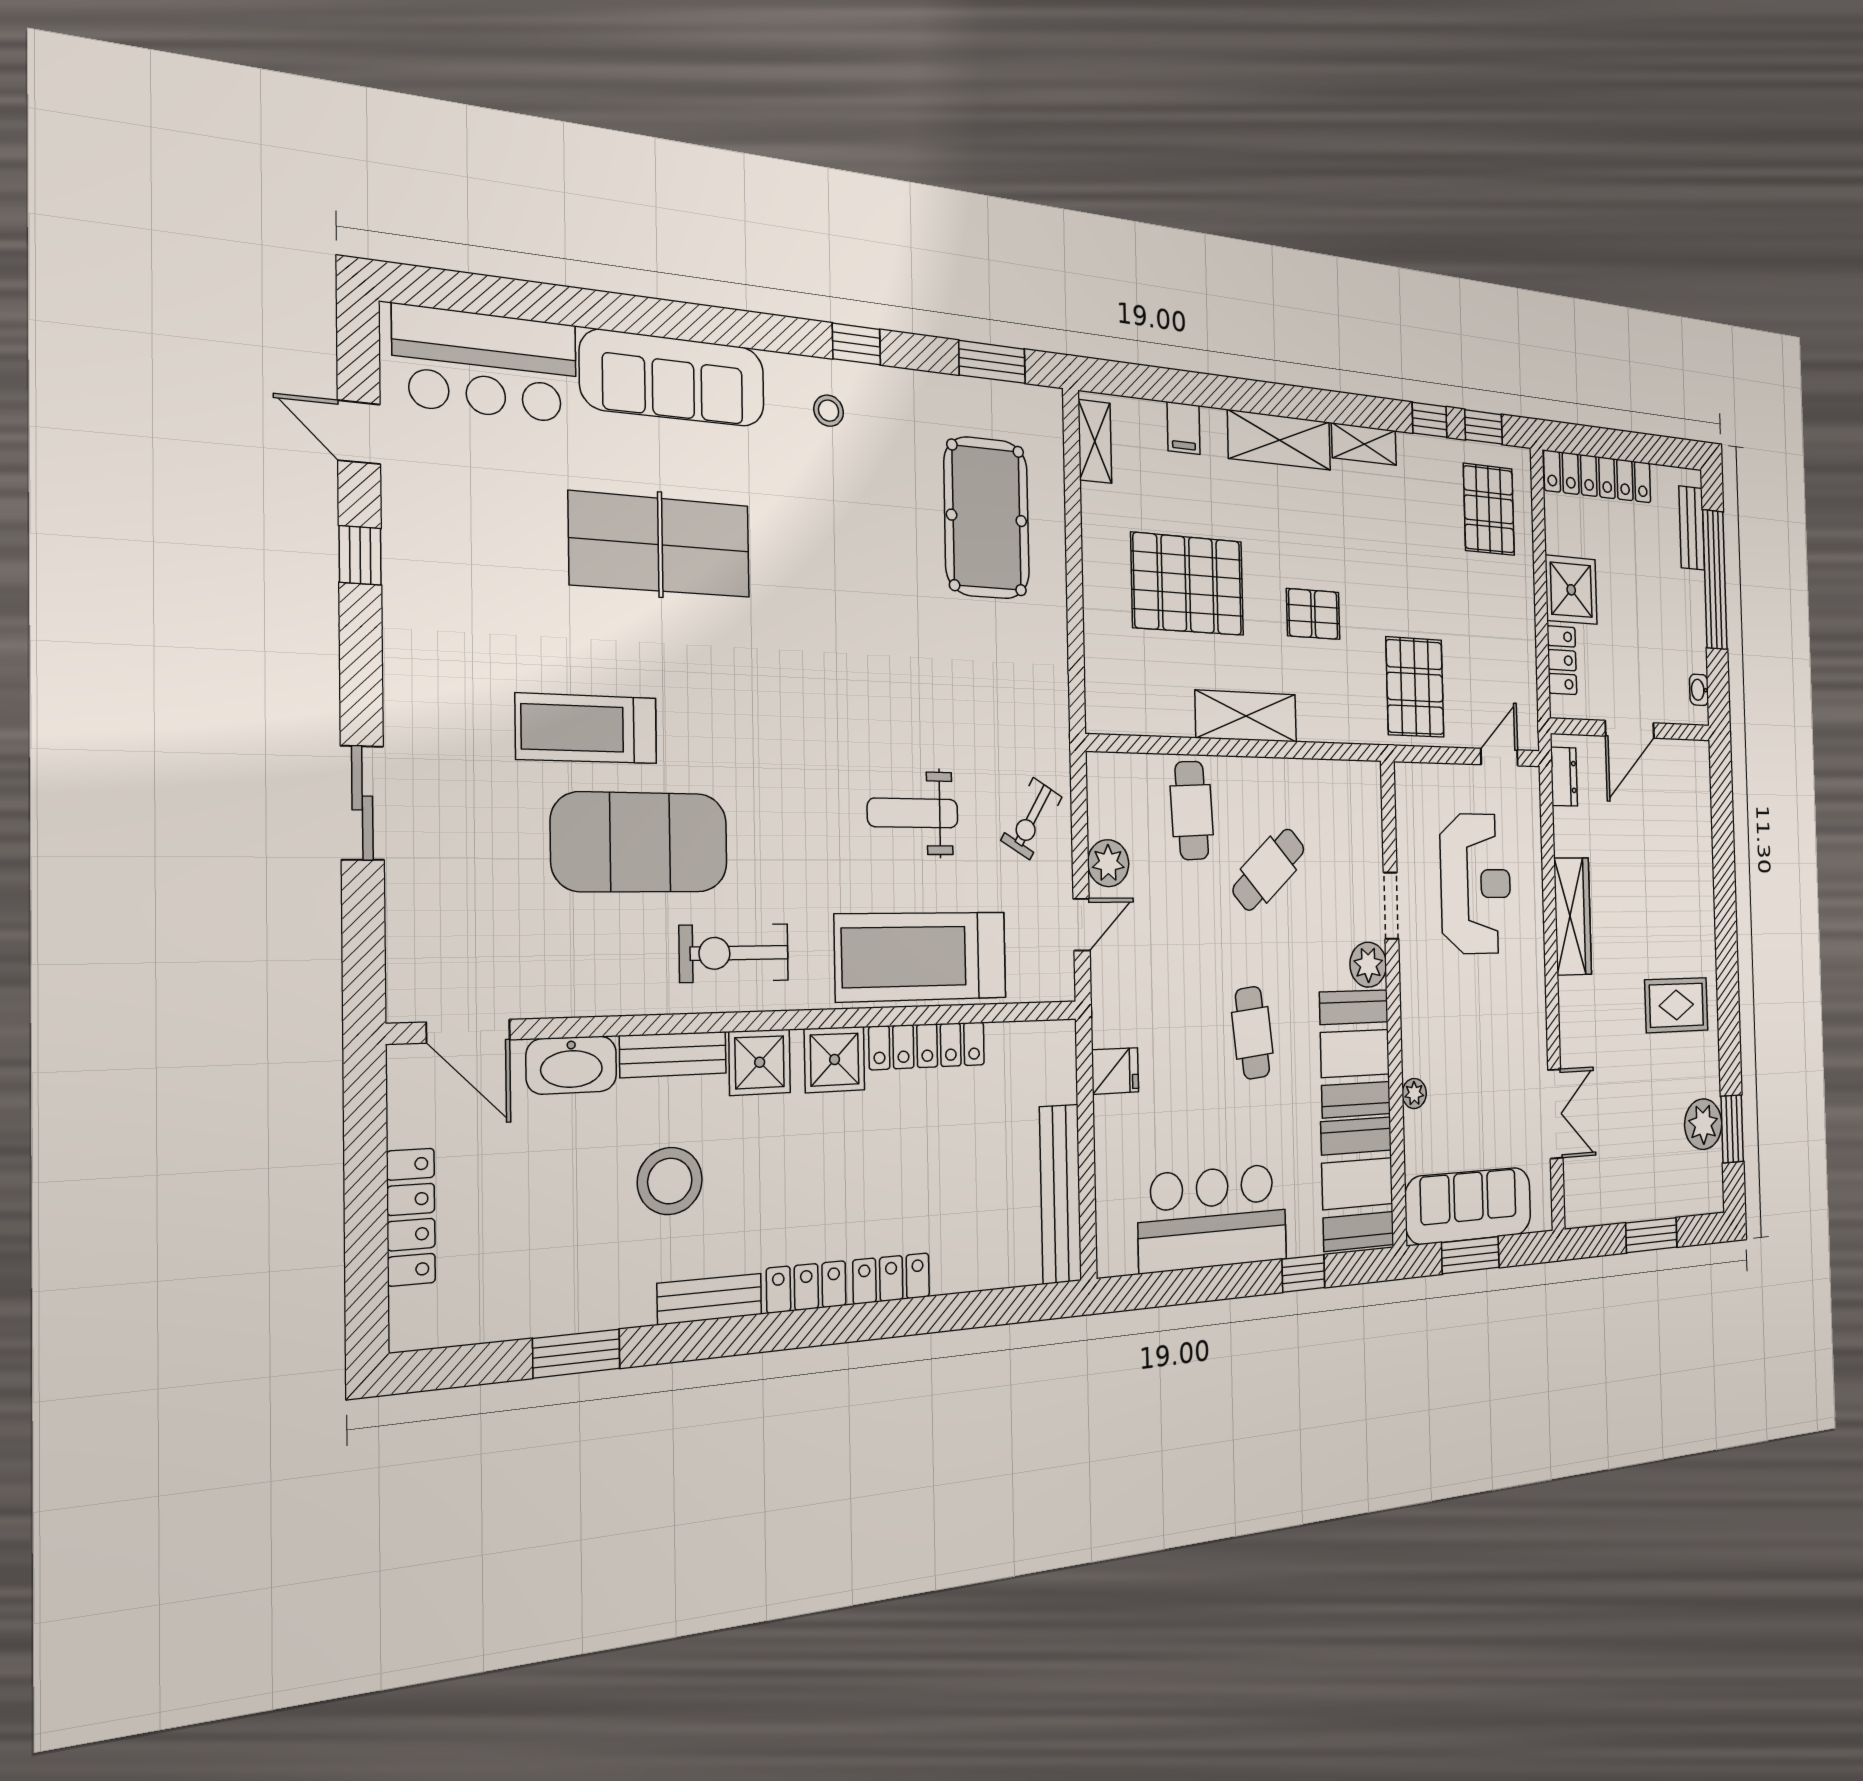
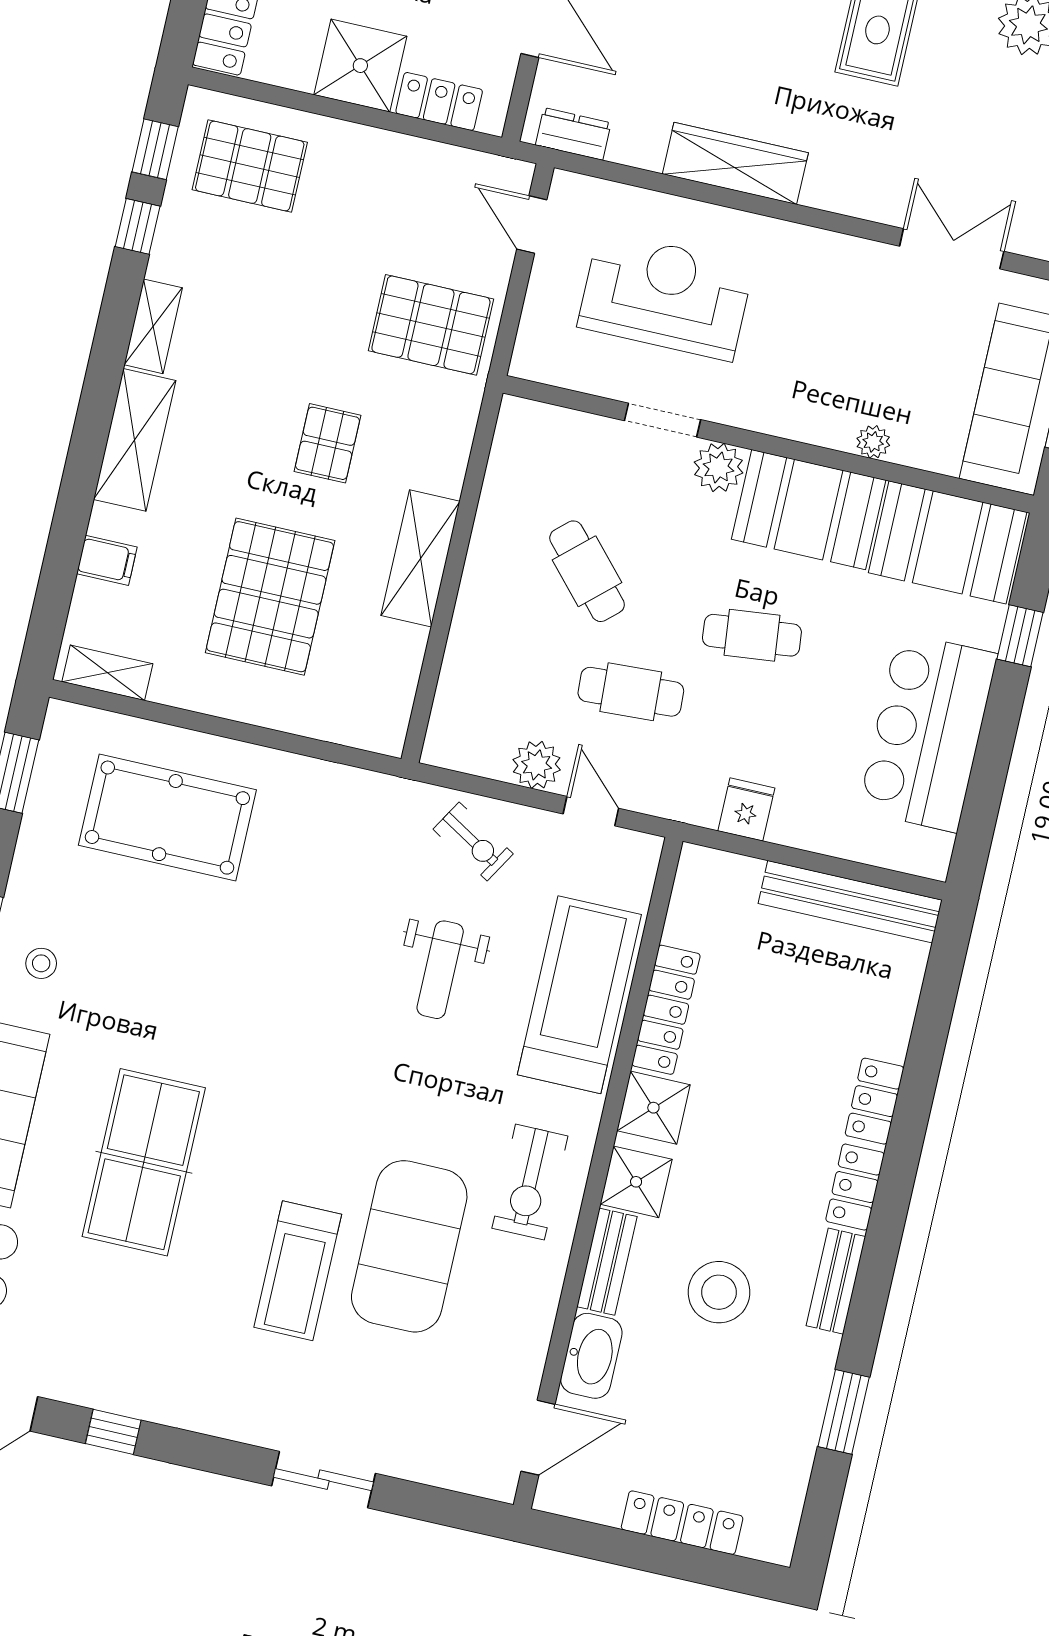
cafe table: (1192, 810) -> (631, 692), moved
treadmill: (921, 956) -> (579, 995), turned 180

